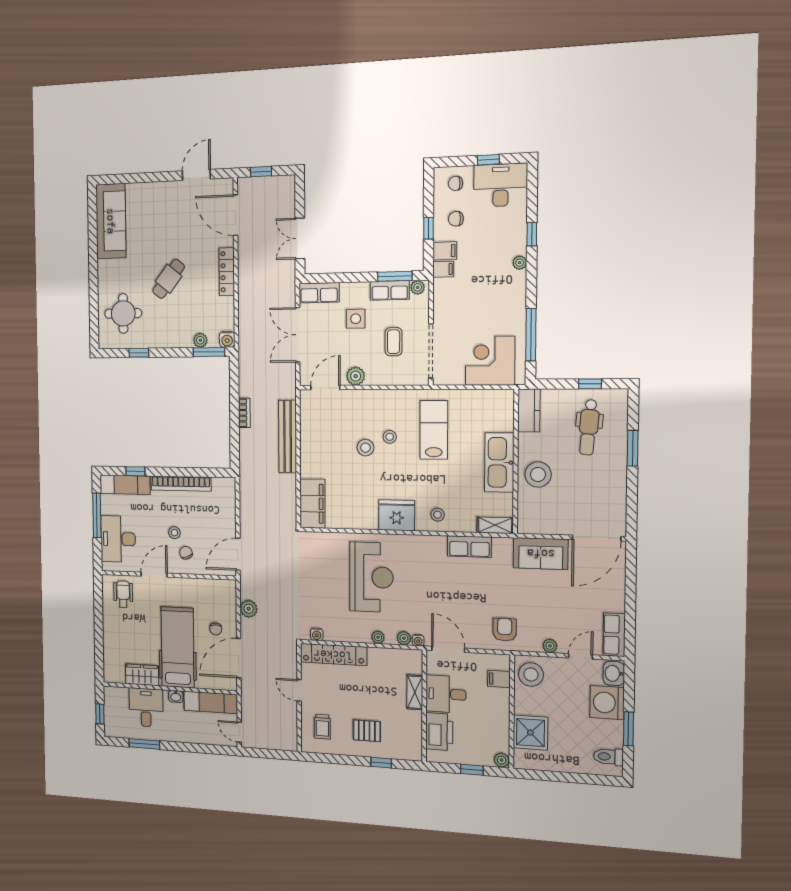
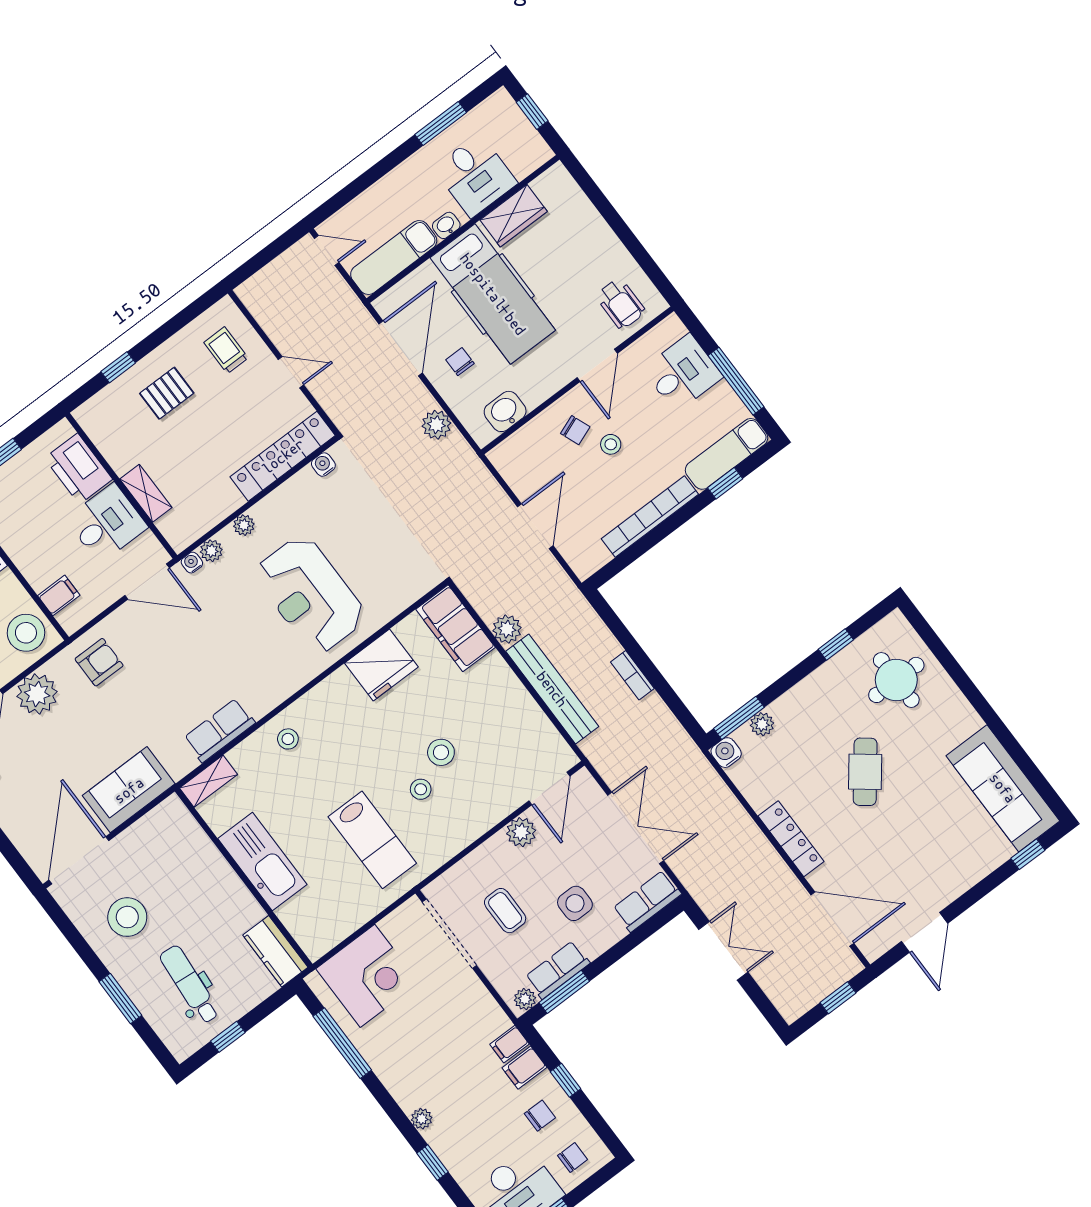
window: (122, 179) -> (1028, 854), added
stool: (538, 475) -> (127, 917), moved
plant: (288, 483) -> (507, 629), added
fridge: (397, 515) -> (381, 665), moved
desk: (118, 539) -> (683, 373), width x0.73
door: (238, 554) -> (535, 526), moved
washbasin: (212, 588) -> (505, 411), added
armchair: (505, 630) -> (99, 662), turned -90
plant: (550, 646) -> (37, 694), width x1.88, depth x1.88

